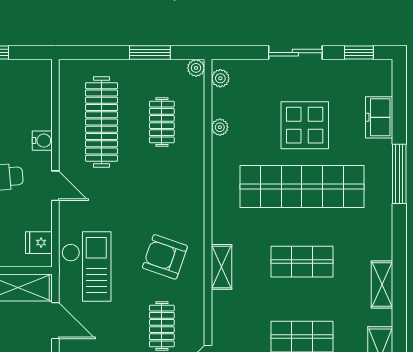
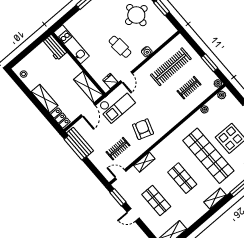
door: (55, 186) -> (126, 77), moved
shelving: (221, 267) -> (144, 162), moved
shelving: (382, 285) -> (215, 198), moved

